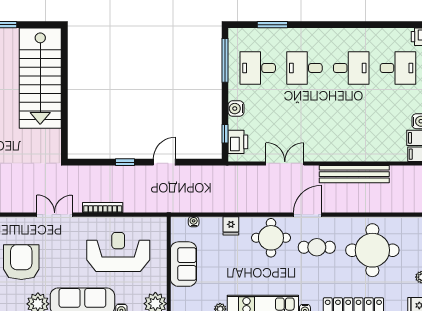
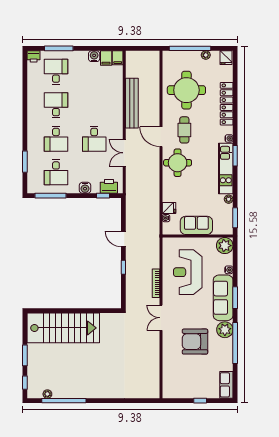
desk: (304, 121) -> (94, 139), added
fridge: (231, 226) -> (169, 208), moved

